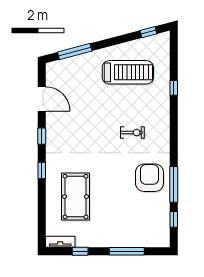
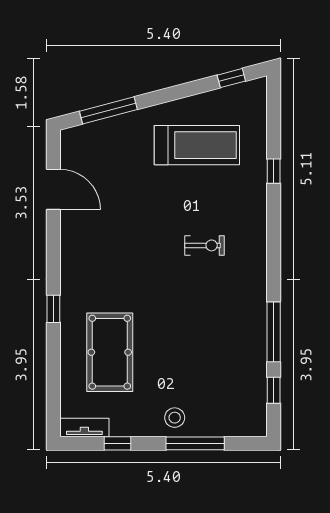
window: (42, 136) -> (53, 251), removed
armchair: (149, 178) -> (233, 321), removed
stool: (114, 236) -> (175, 418), added

